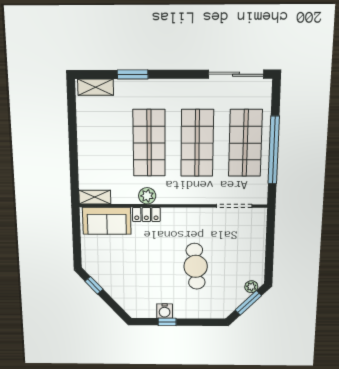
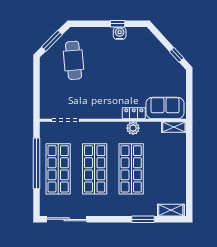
cafe table: (196, 266) -> (74, 60), moved
plant: (251, 287) -> (50, 54), removed

